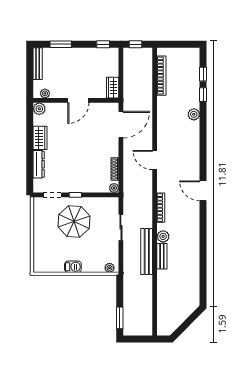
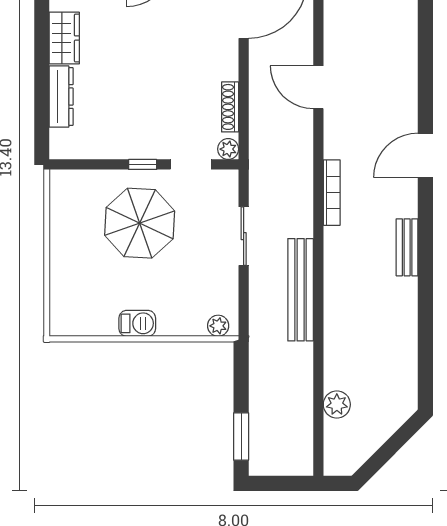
door: (203, 191) -> (425, 155), hinge flipped
doorway: (52, 195) -> (191, 164), moved
plant: (163, 236) -> (337, 404), moved
bench: (162, 256) -> (407, 247), moved

